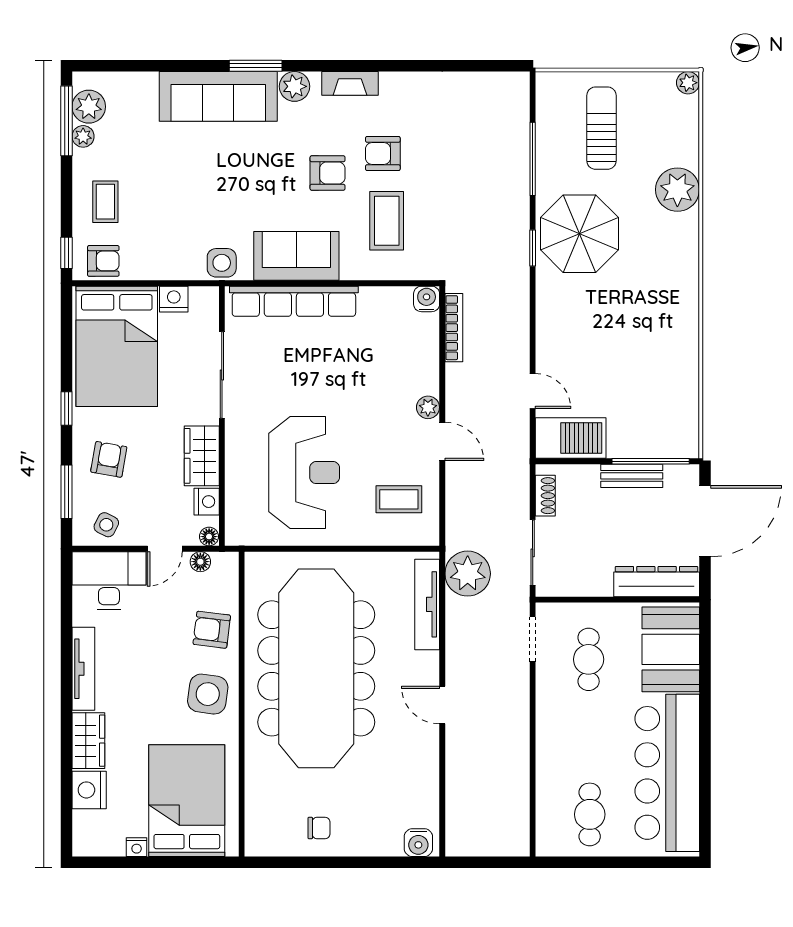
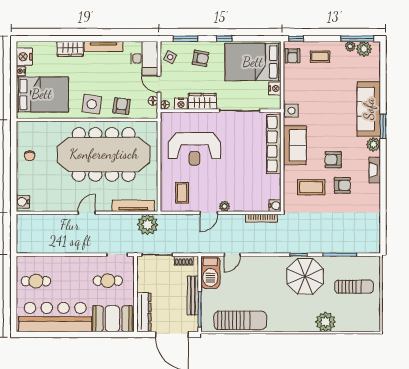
plant: (688, 83) -> (375, 327), removed
armchair: (383, 154) -> (342, 185), turned 90
armchair: (328, 173) -> (333, 160), turned 90
sun lounger: (674, 374) -> (240, 320), added
bench: (632, 476) -> (193, 296), width x1.36
nightstand: (89, 790) -> (24, 57), moved, turned -90

